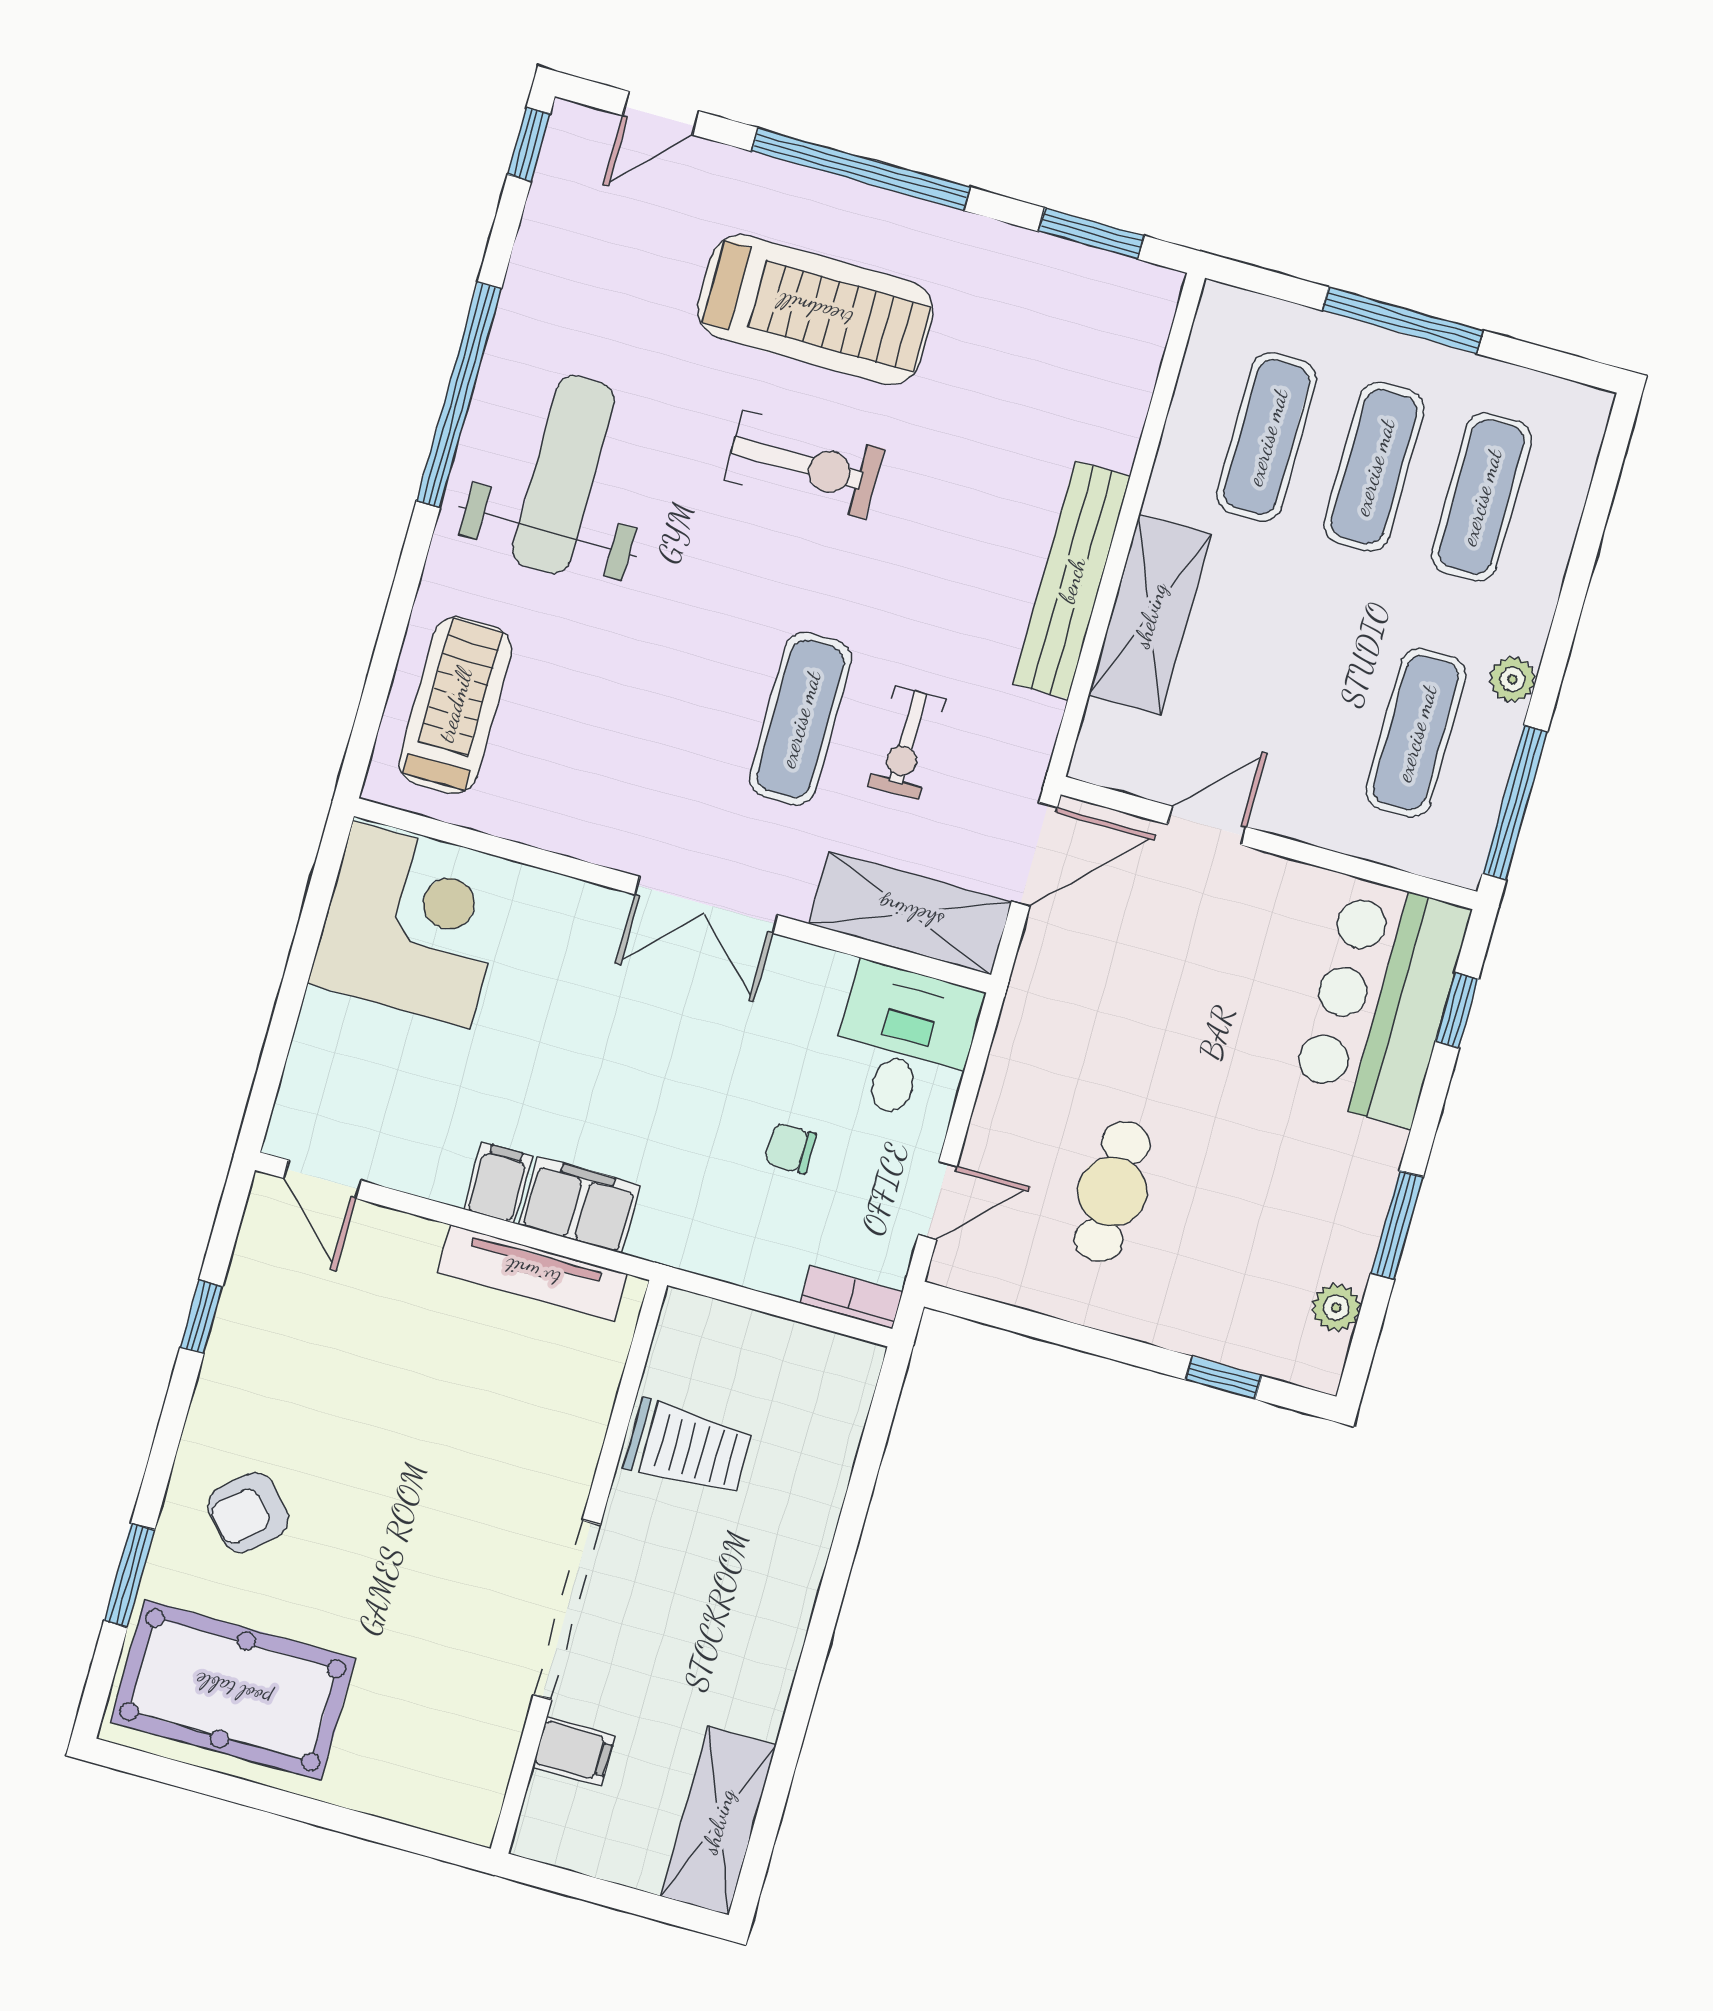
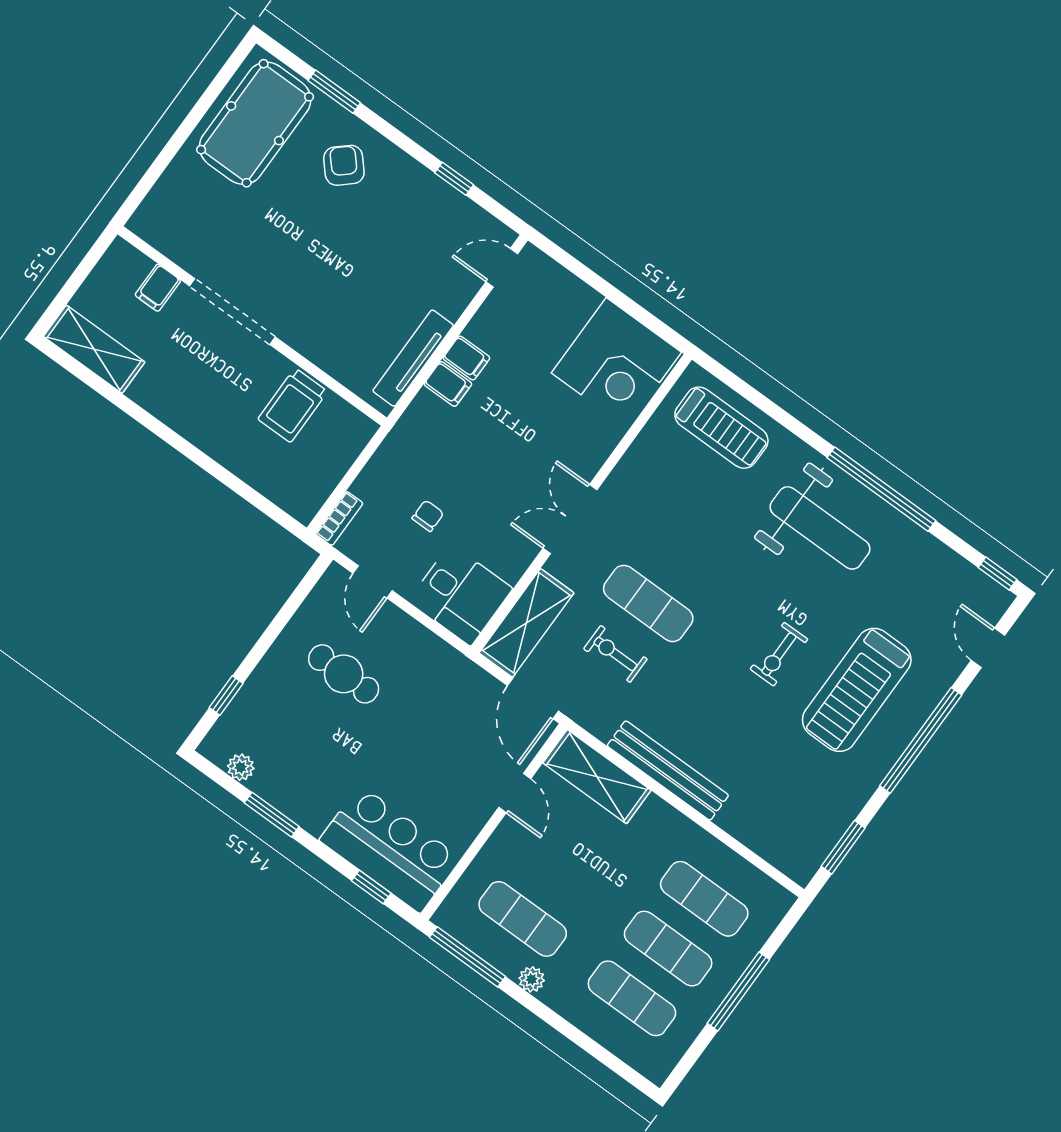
exercise bike: (804, 465) -> (779, 654), width x0.73, depth x0.72
shelving: (1150, 615) -> (597, 777), moved
filing cabinet: (580, 1205) -> (448, 384), width x0.50

